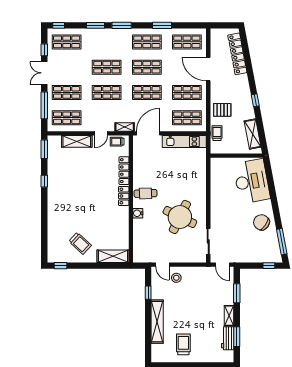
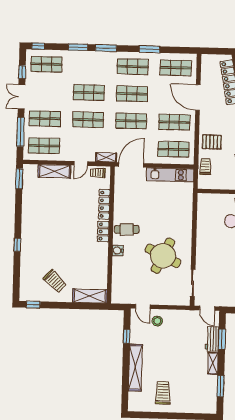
window: (44, 181) -> (17, 245), moved
workbench: (228, 338) -> (212, 339), moved

